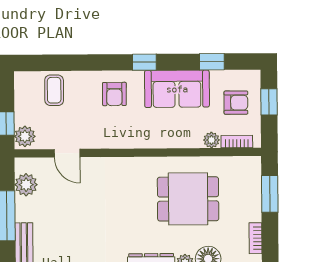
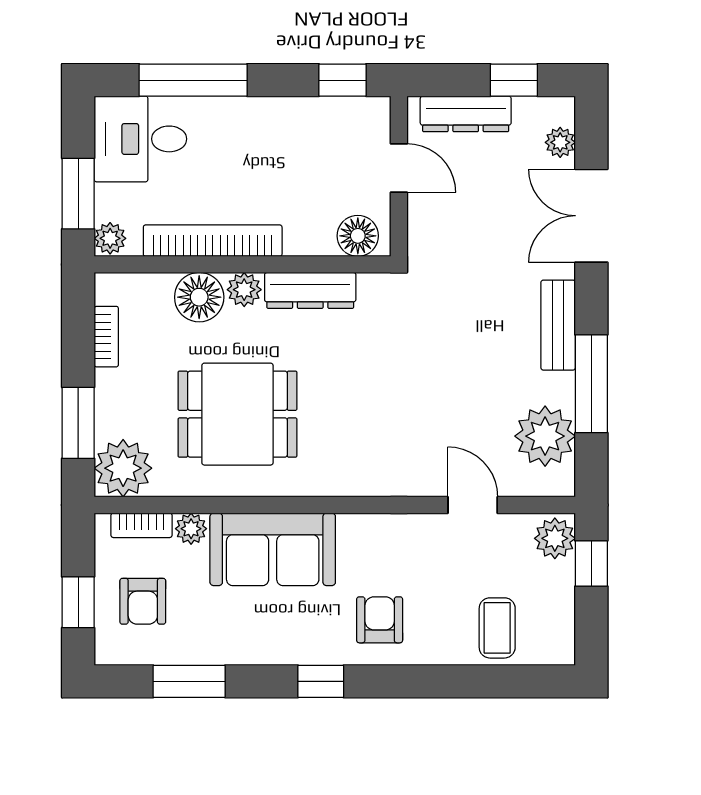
window: (212, 62) -> (189, 681), width x1.50
sofa: (177, 89) -> (273, 549), moved, turned 180
armchair: (236, 103) -> (143, 601), turned -90
plant: (247, 171) -> (123, 468), added
plant: (26, 185) -> (545, 436), width x1.36, depth x1.36

